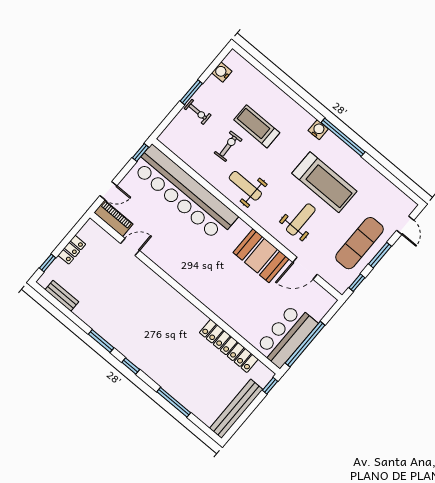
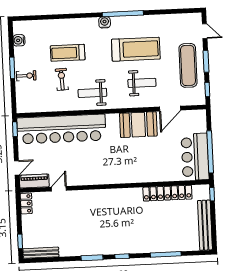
weight bench: (301, 219) -> (142, 83), turned 90
locker: (72, 250) -> (26, 203), moved
bench: (62, 296) -> (41, 253), width x1.36

